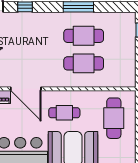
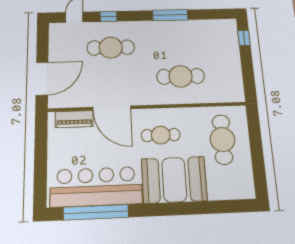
cafe table: (84, 36) -> (111, 48), moved

